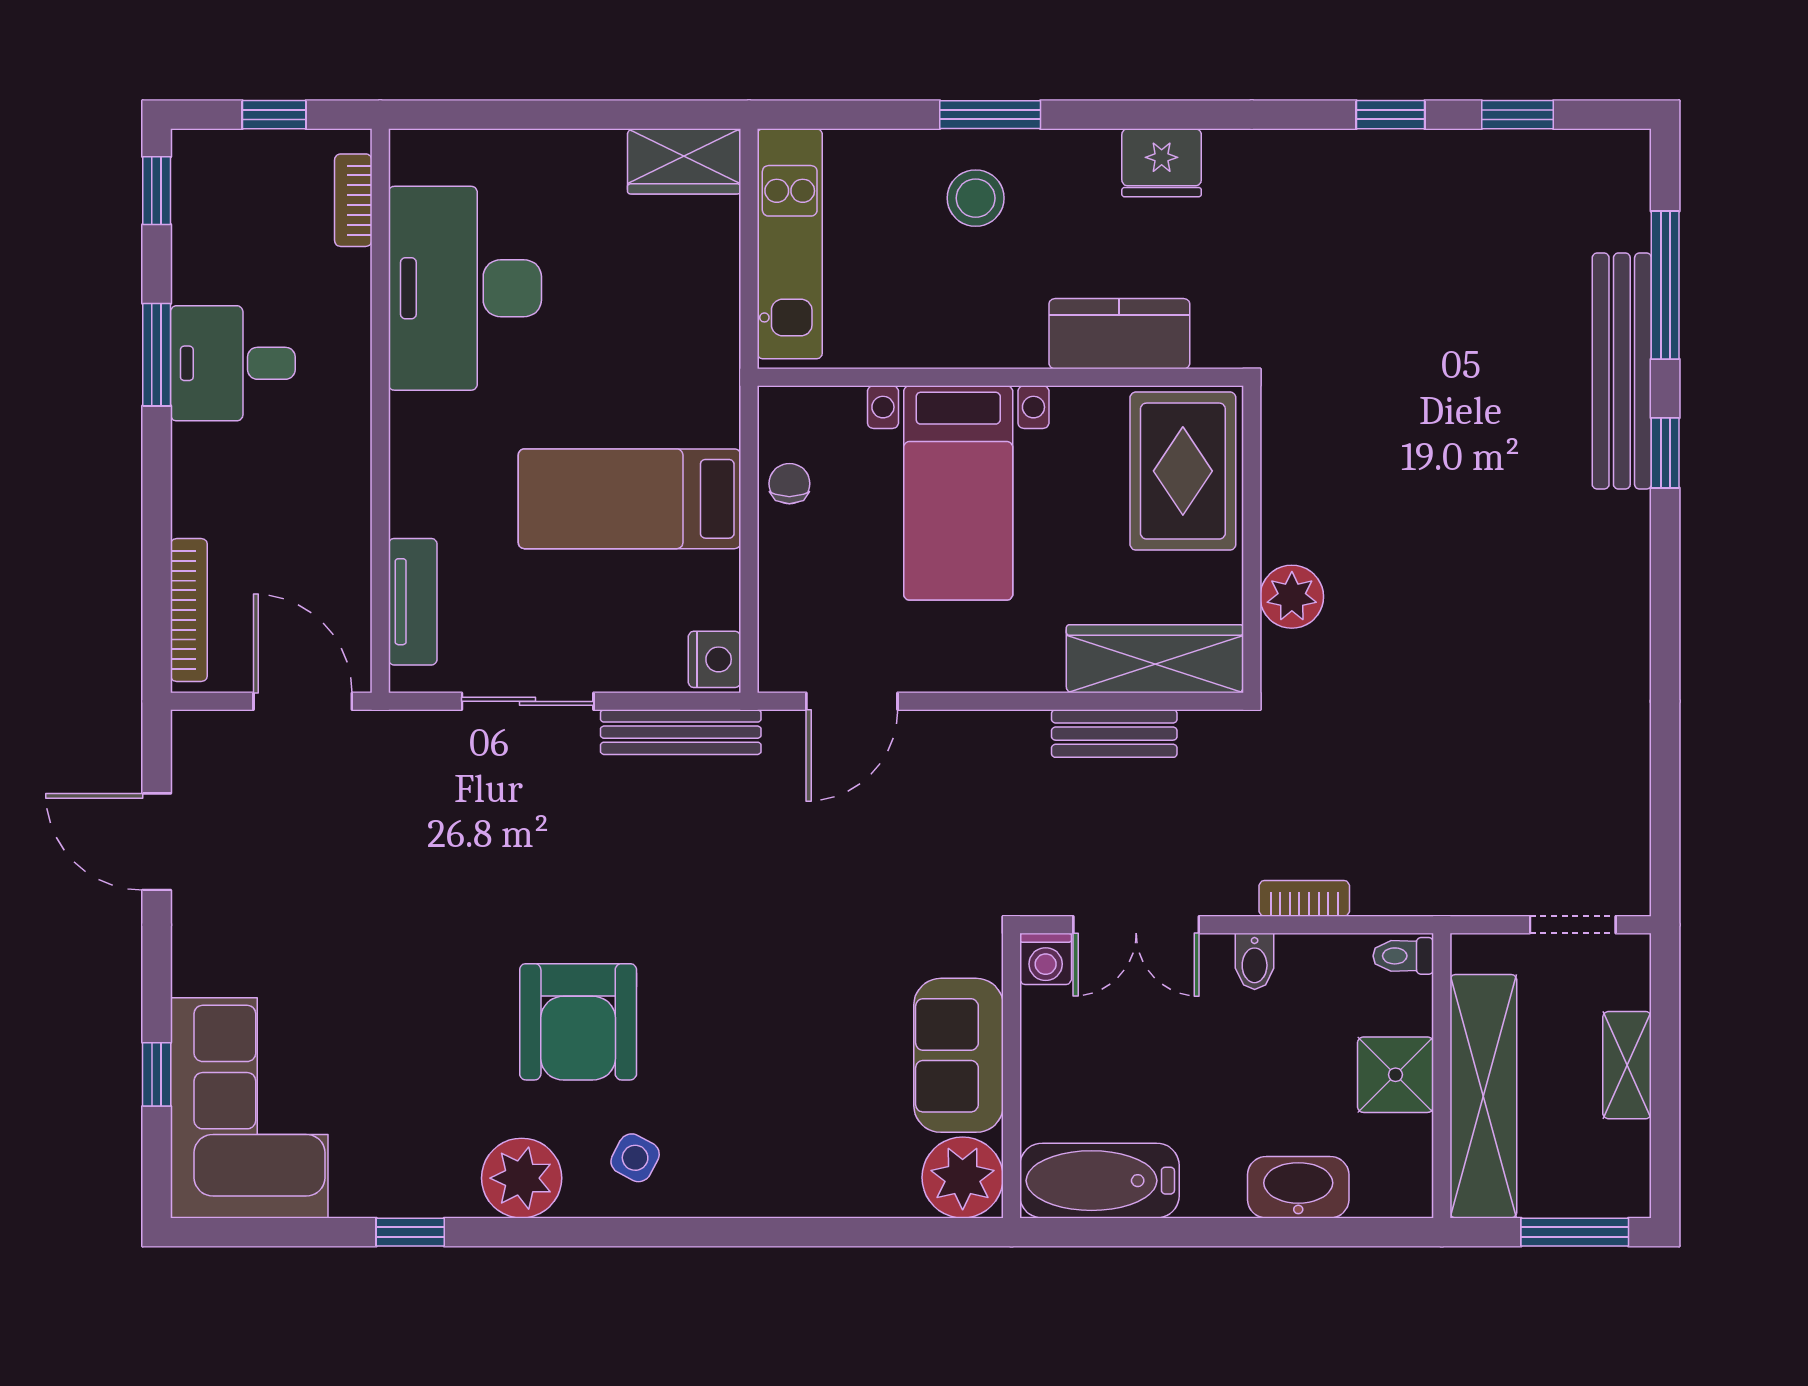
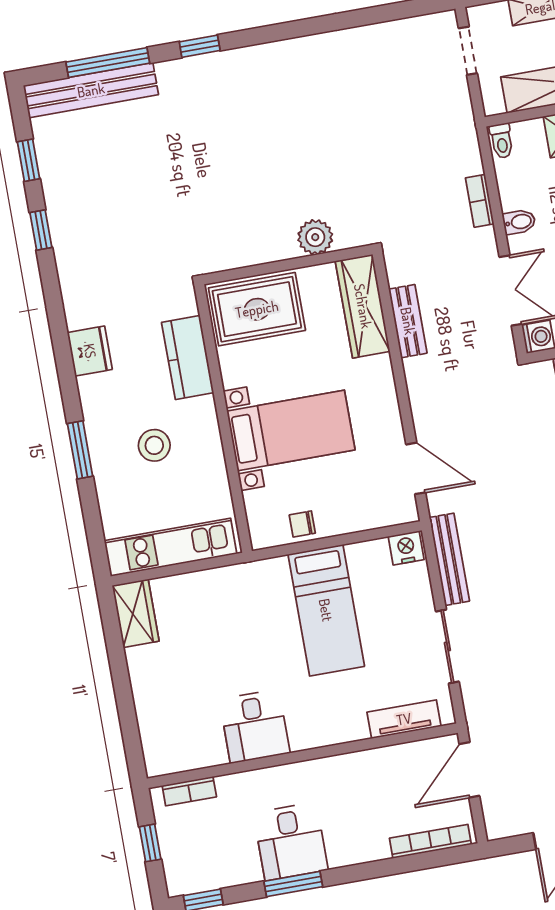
stool: (976, 198) -> (154, 445), moved
desk: (465, 288) -> (255, 726), width x0.53, depth x0.77
bench: (1622, 371) -> (91, 90), moved

